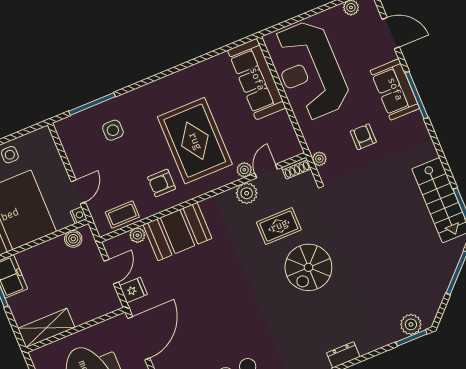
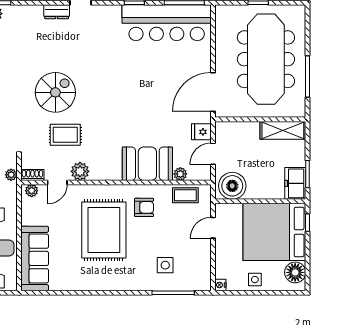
plant: (244, 170) -> (32, 191), moved
nightstand: (79, 215) -> (220, 285), moved
boiler: (73, 239) -> (232, 186), width x1.86, depth x1.86

